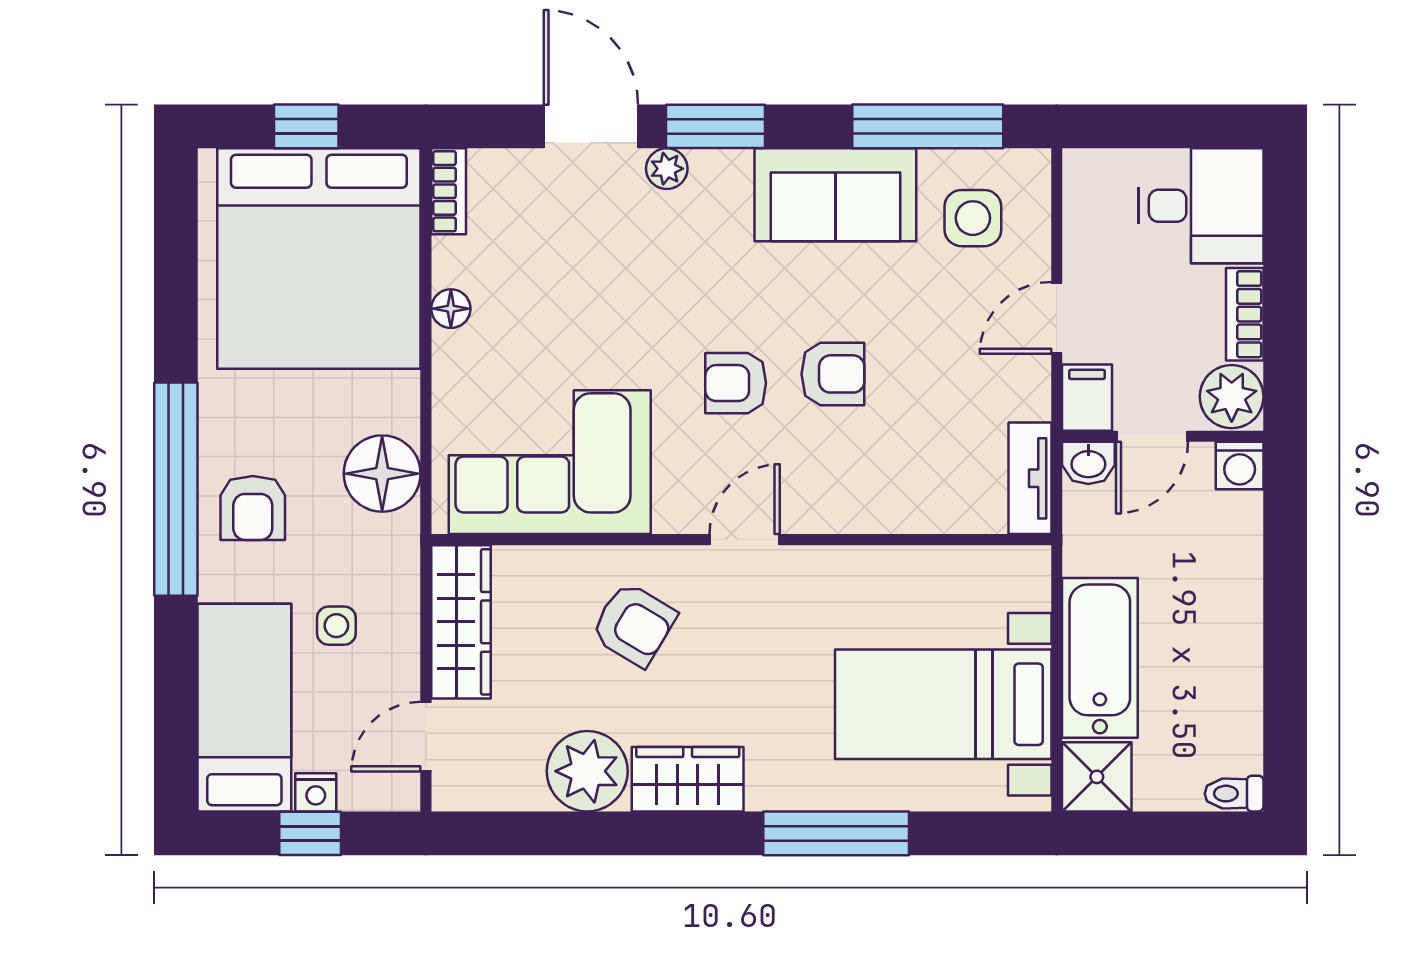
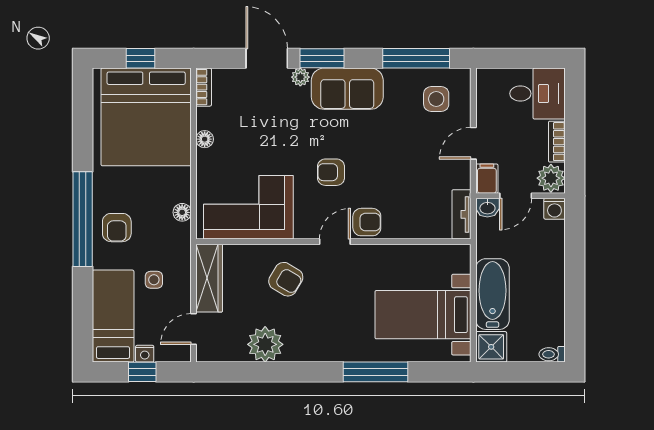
sofa: (835, 195) -> (347, 89), moved
armchair: (833, 374) -> (367, 222), moved
floor lamp: (382, 474) -> (182, 212), width x0.53, depth x0.53
wardrobe: (688, 779) -> (310, 348), removed

